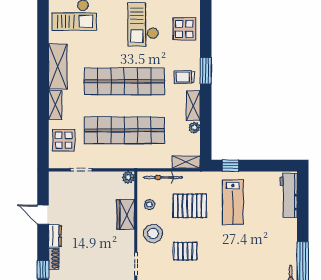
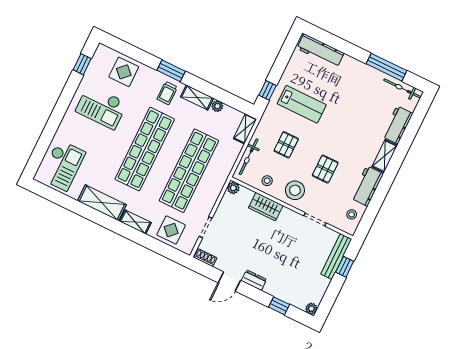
pallet: (190, 206) -> (286, 145), width x0.67, depth x0.71
shoe rack: (54, 259) -> (205, 258), moved

